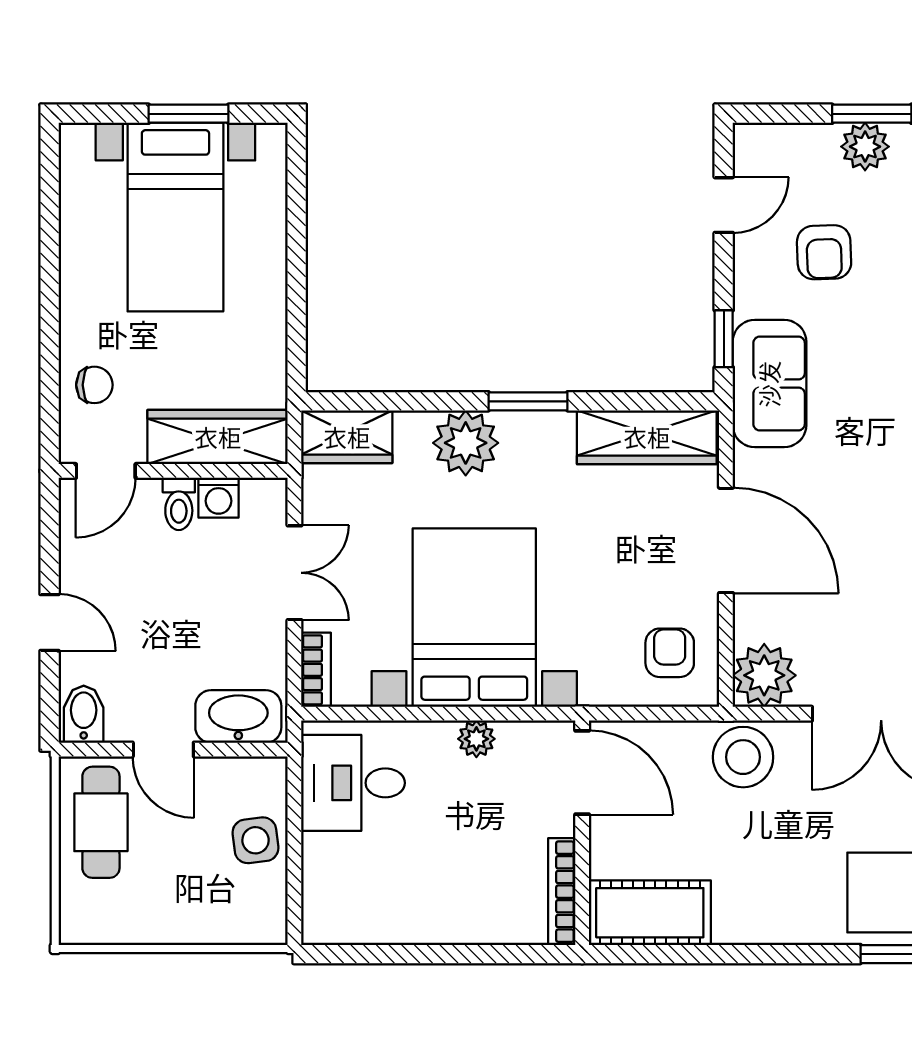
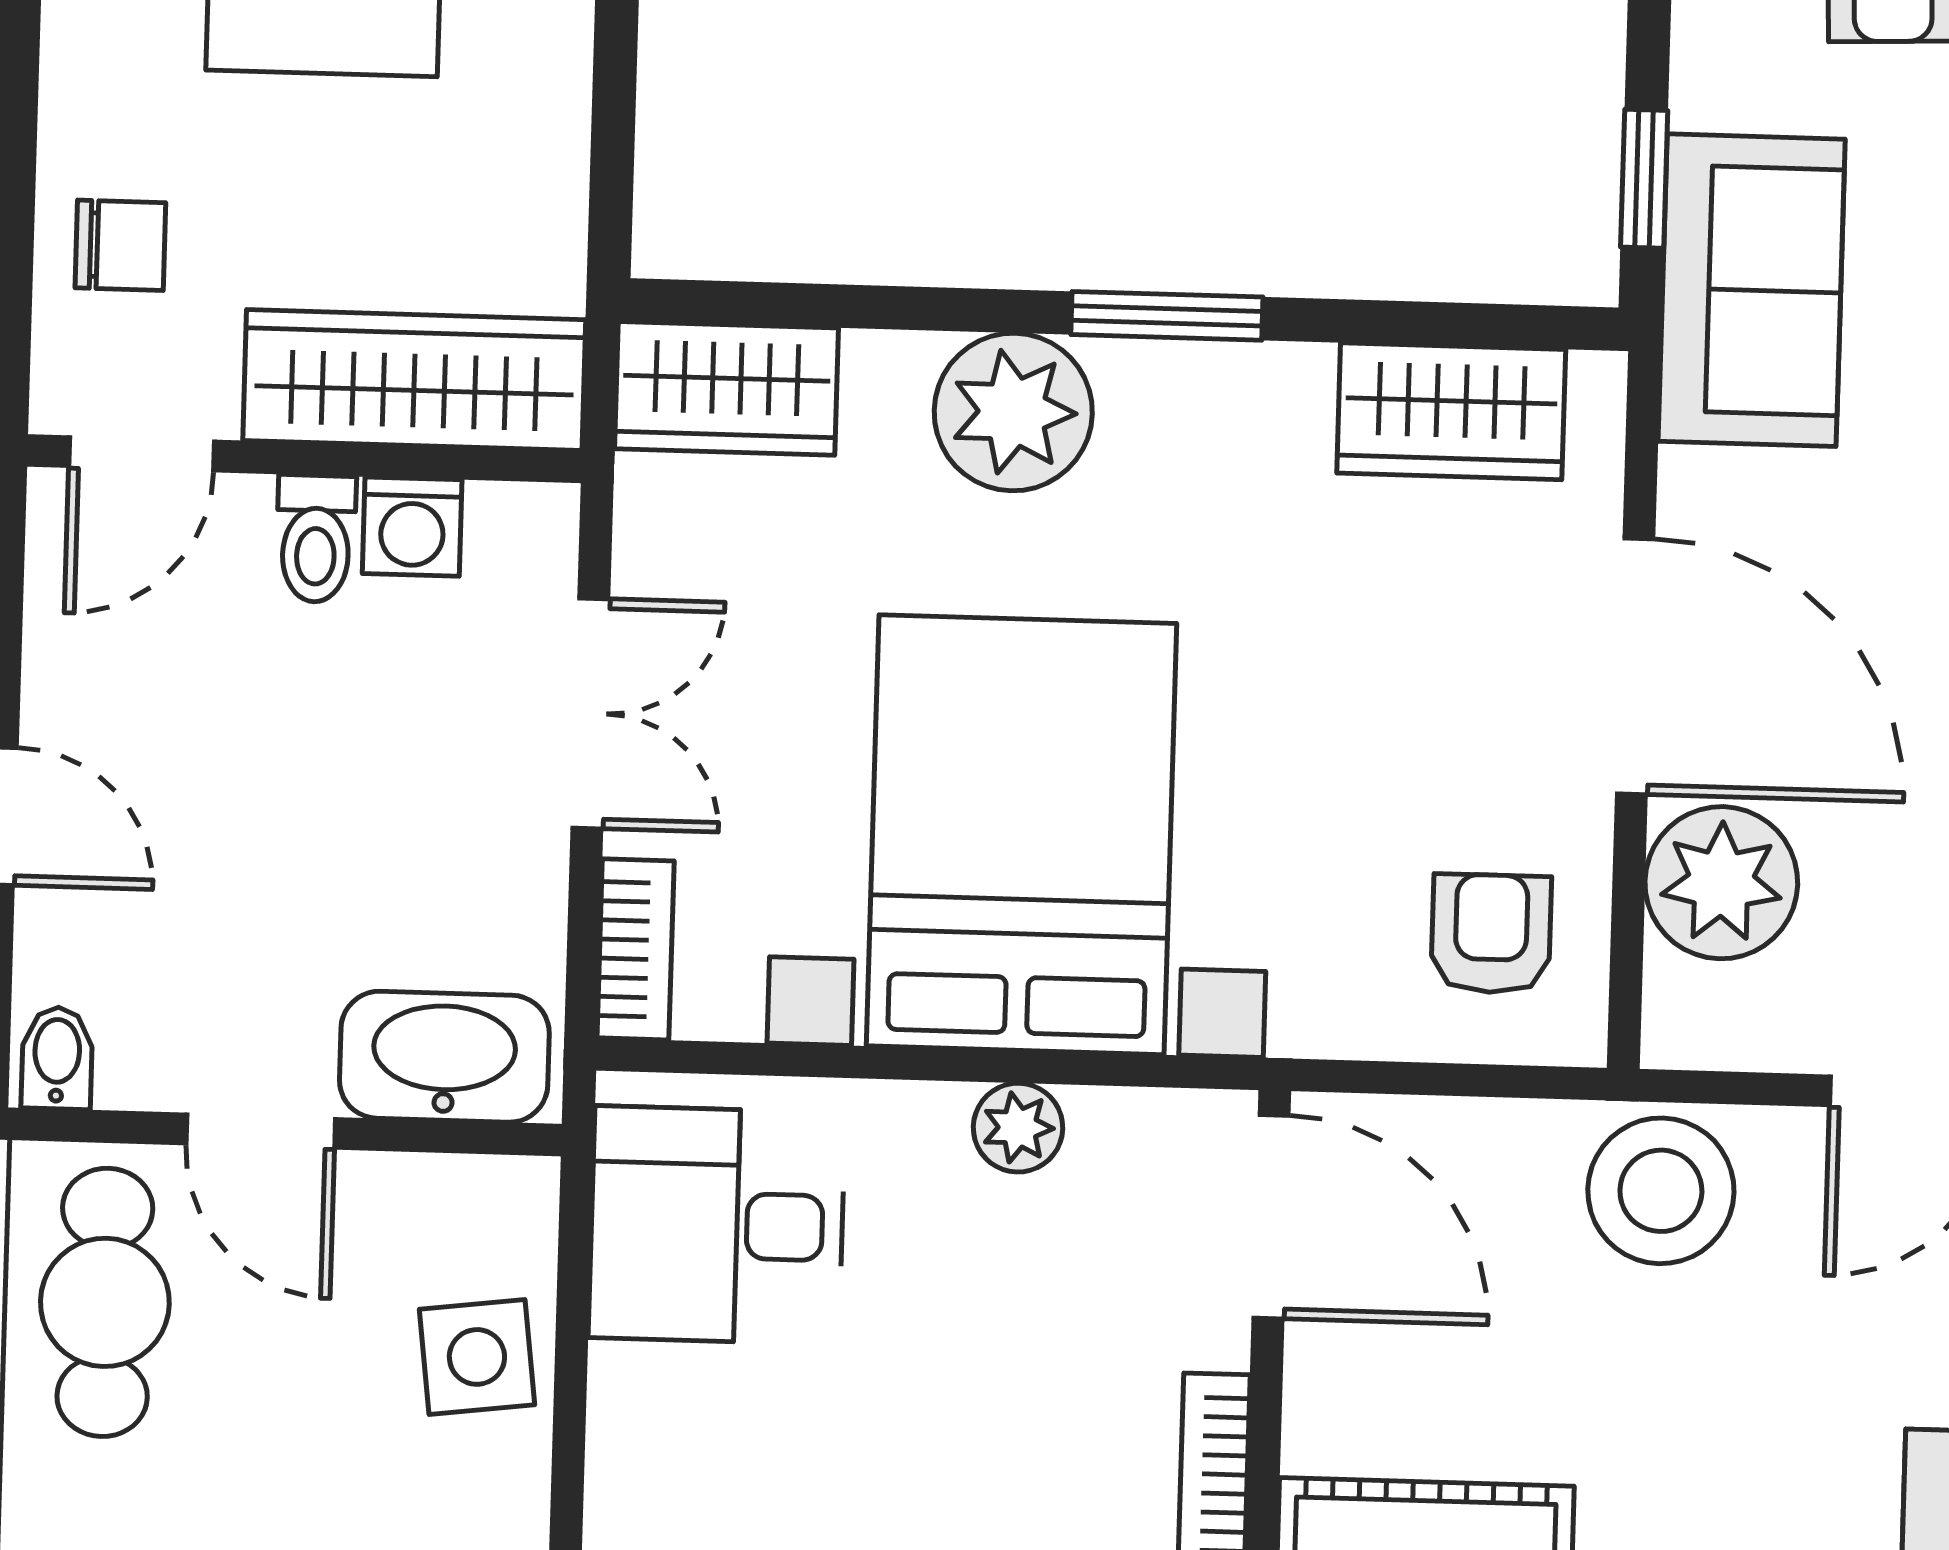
wardrobe: (647, 437) -> (1451, 411), width x0.67
plant: (764, 675) -> (1721, 883), moved
bidet: (84, 714) -> (57, 1058), width x0.72, depth x0.74

